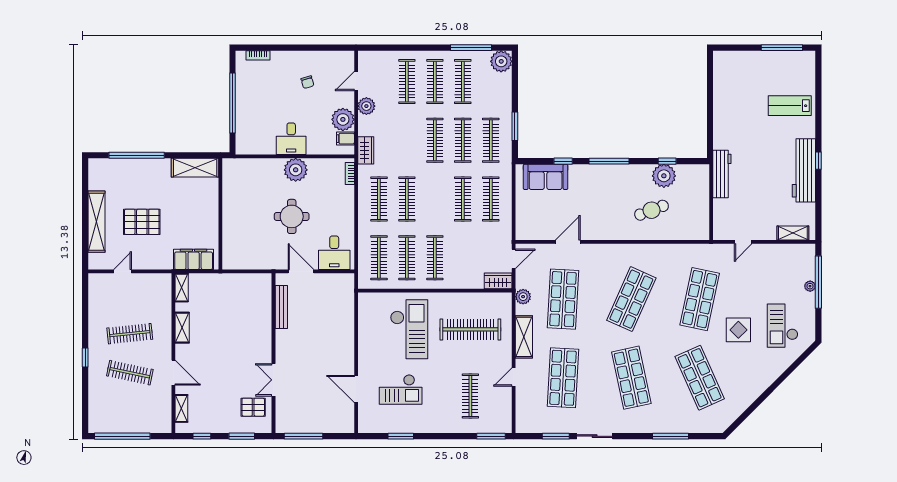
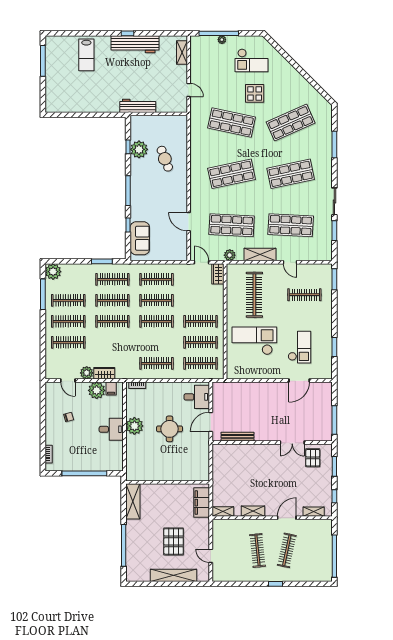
wardrobe: (366, 150) -> (104, 373), moved
clothes rail: (407, 199) -> (156, 321), moved
shop shelf: (631, 299) -> (232, 174), turned -36

